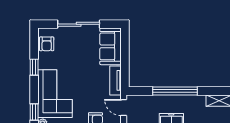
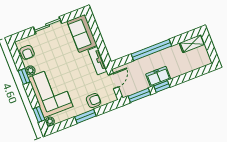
sliding door: (79, 24) -> (48, 25), width x0.73
plant: (43, 64) -> (30, 70), added
door: (124, 108) -> (113, 81), swing flipped

